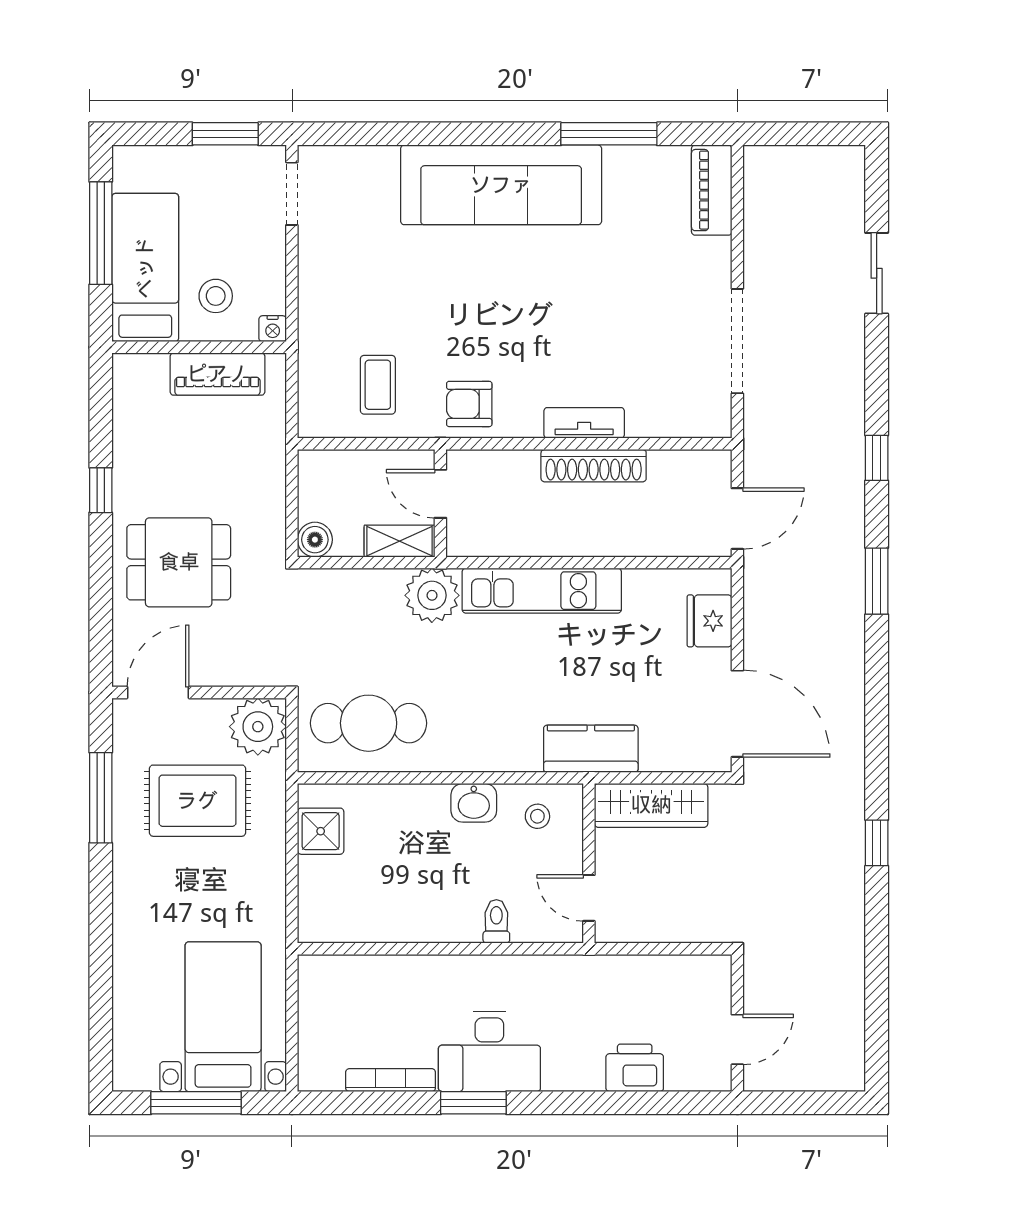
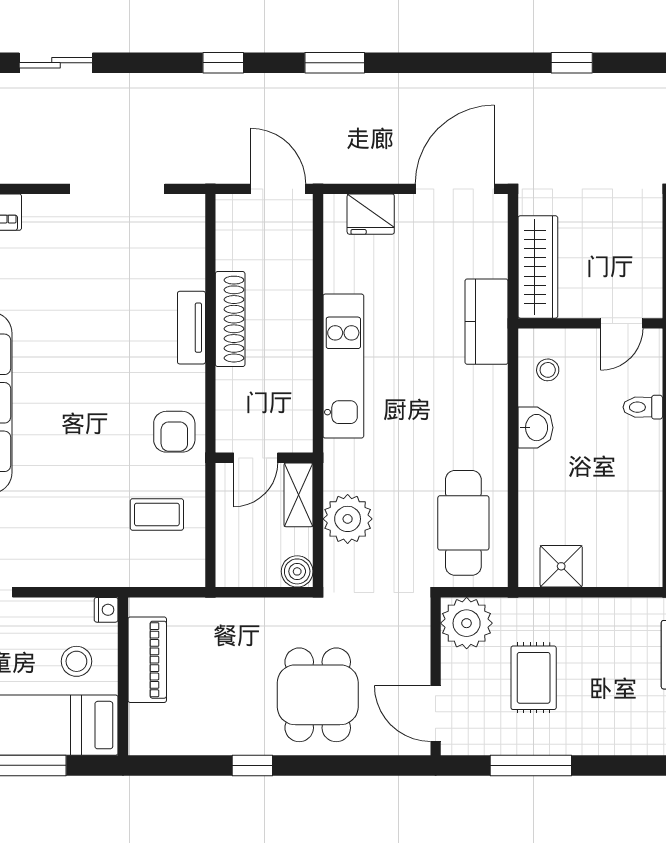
plant: (432, 595) -> (348, 519), moved
rug: (197, 801) -> (534, 678), width x0.73, depth x0.70

